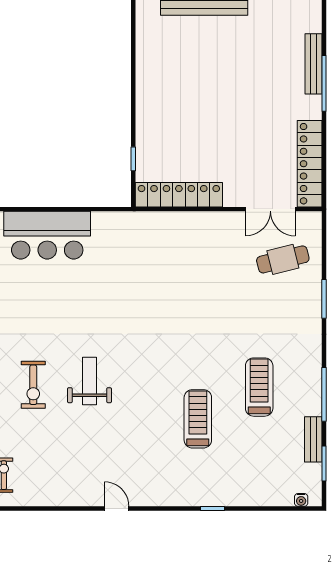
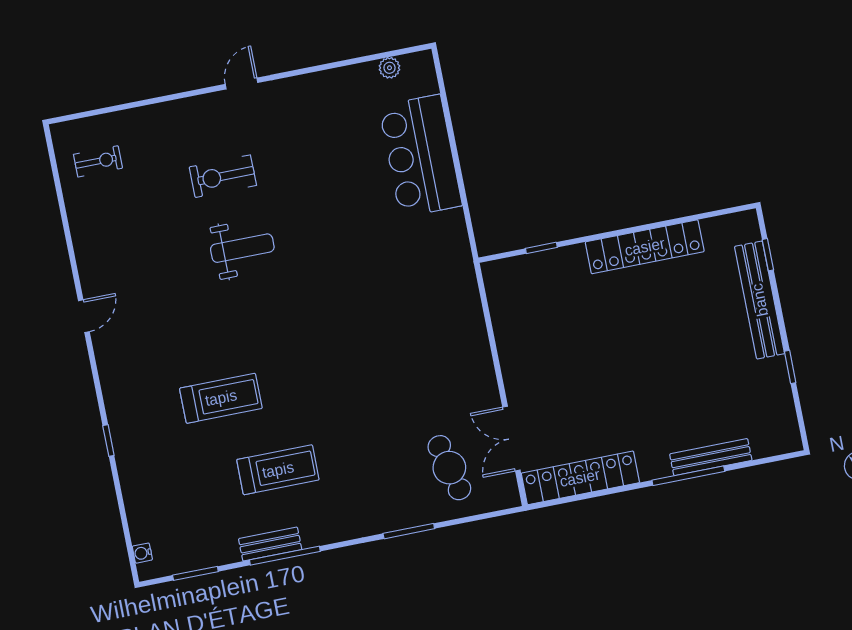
locker: (179, 195) -> (645, 247), moved, turned 90
bench: (313, 439) -> (270, 544), moved

